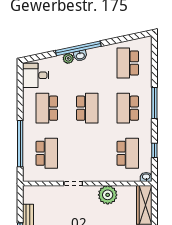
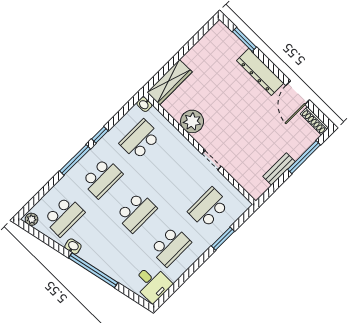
washbasin: (80, 56) -> (73, 246), moved
plant: (68, 58) -> (32, 219), moved
school desk: (87, 108) -> (136, 212), turned 180
window: (20, 144) -> (223, 239), width x0.47
window: (154, 150) -> (100, 135), moved

